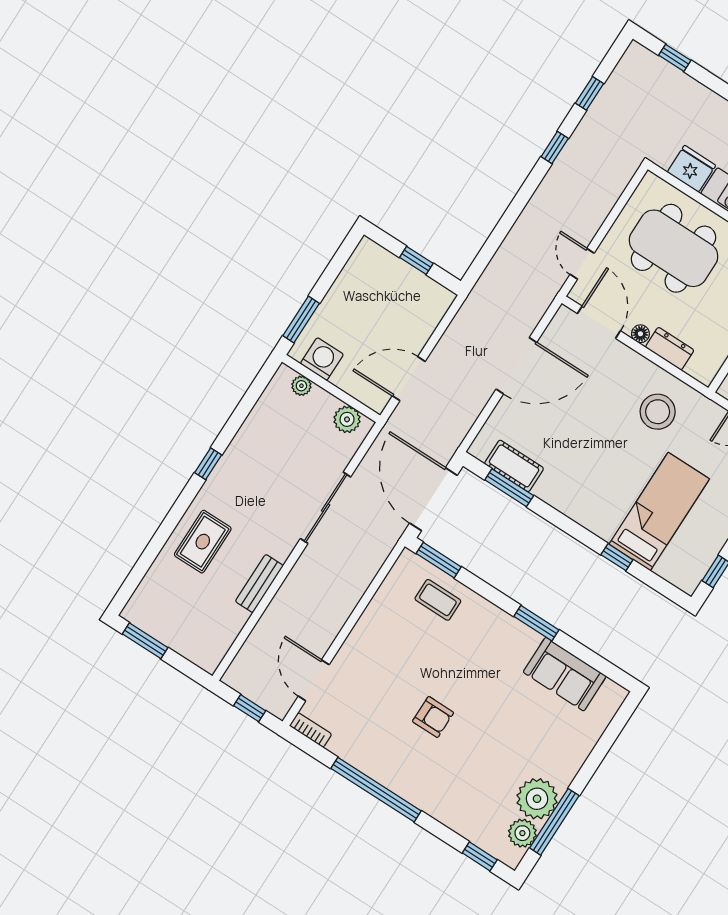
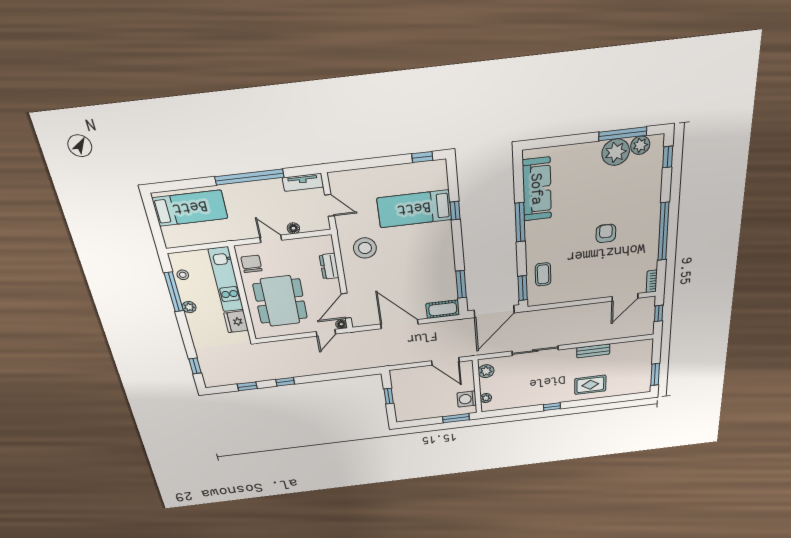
floor lamp: (640, 334) -> (341, 324), moved
cot: (514, 466) -> (443, 309), moved, turned 90
window: (536, 623) -> (520, 222), width x1.44
sofa: (565, 674) -> (537, 189), width x1.36

